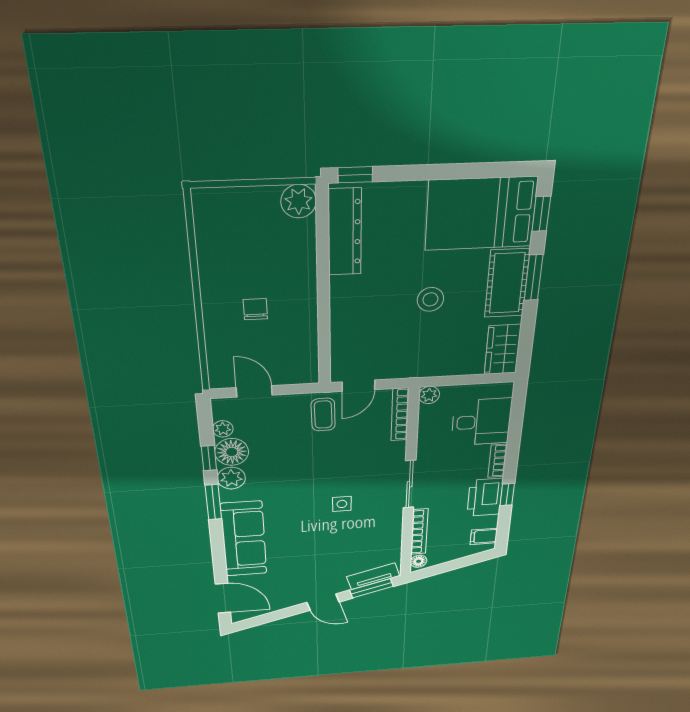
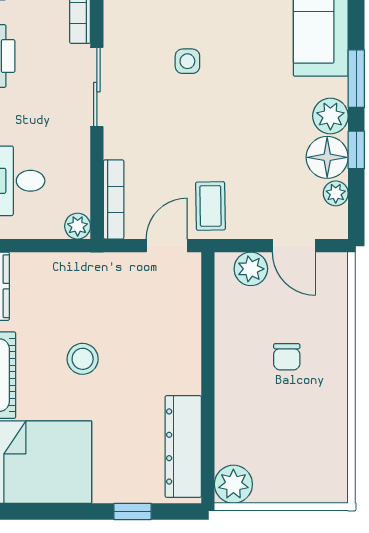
window: (355, 175) -> (132, 511), moved
plant: (289, 373) -> (251, 269), added

